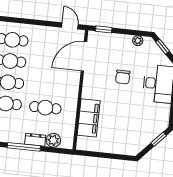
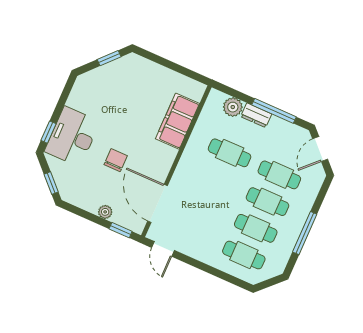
plant: (138, 41) -> (105, 212), moved
door: (84, 56) -> (158, 203), swing flipped
window: (159, 139) -> (109, 58), moved

